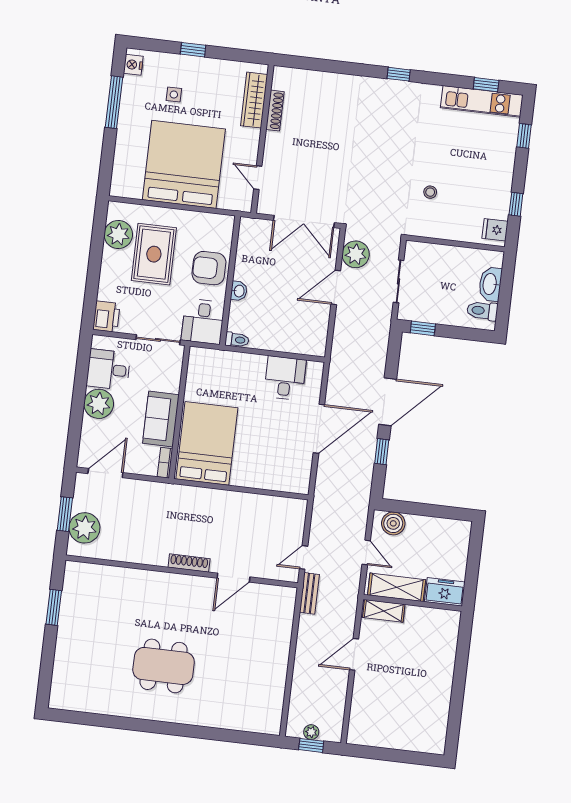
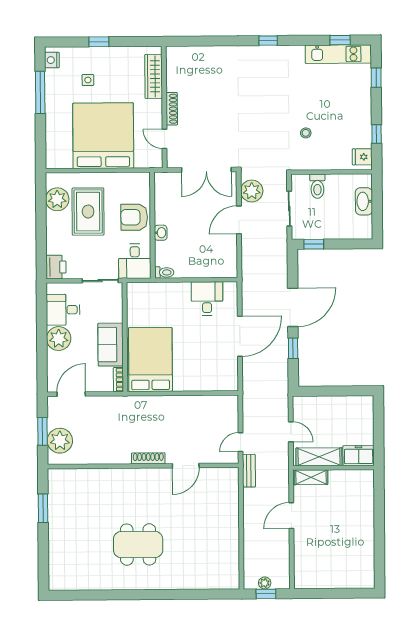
shoe rack: (275, 111) -> (172, 109), moved
toilet: (482, 311) -> (317, 186), moved, turned -90
boiler: (393, 523) -> (310, 405), removed

